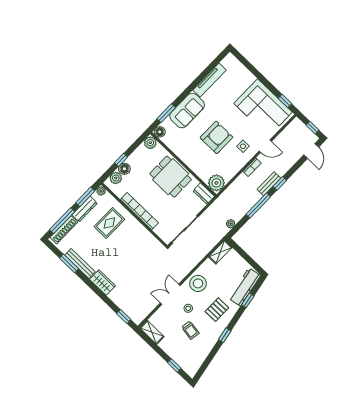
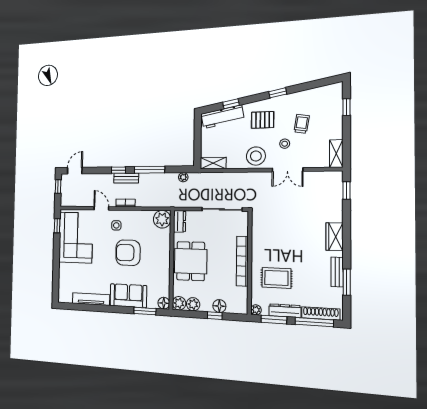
plant: (116, 178) -> (193, 304), moved
bench: (80, 264) -> (337, 272), width x0.73

